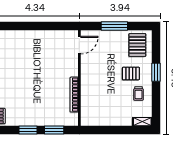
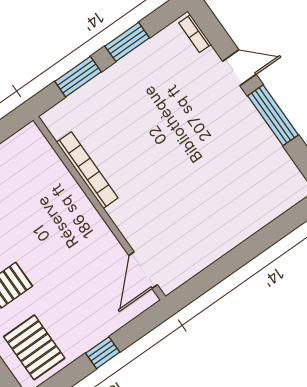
window: (114, 26) -> (103, 353), width x0.46

